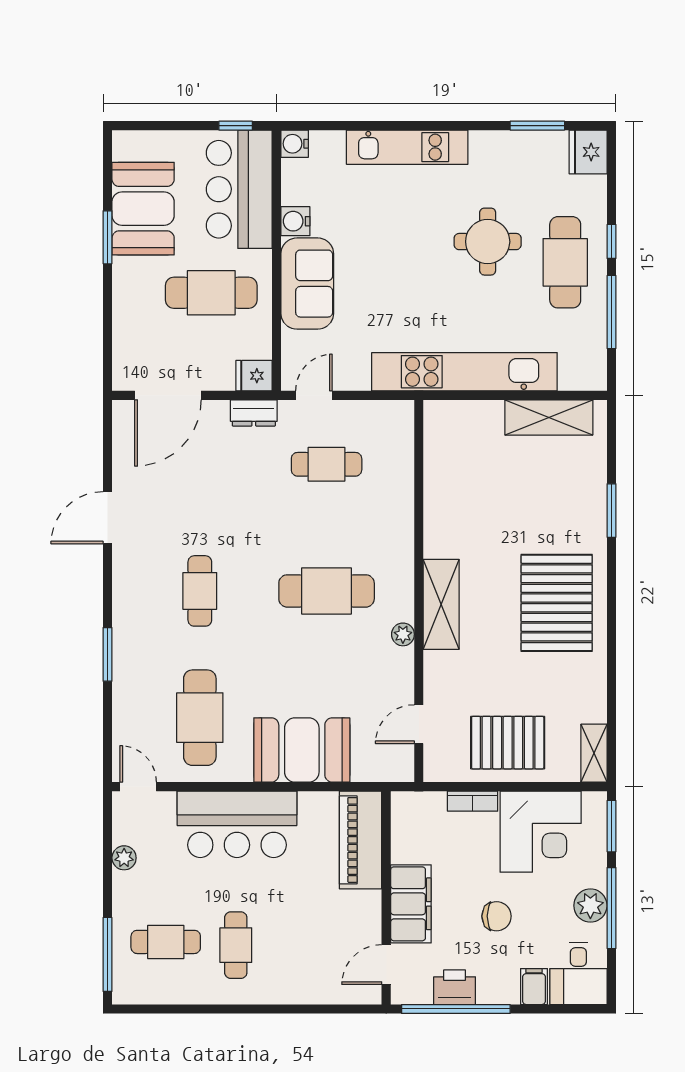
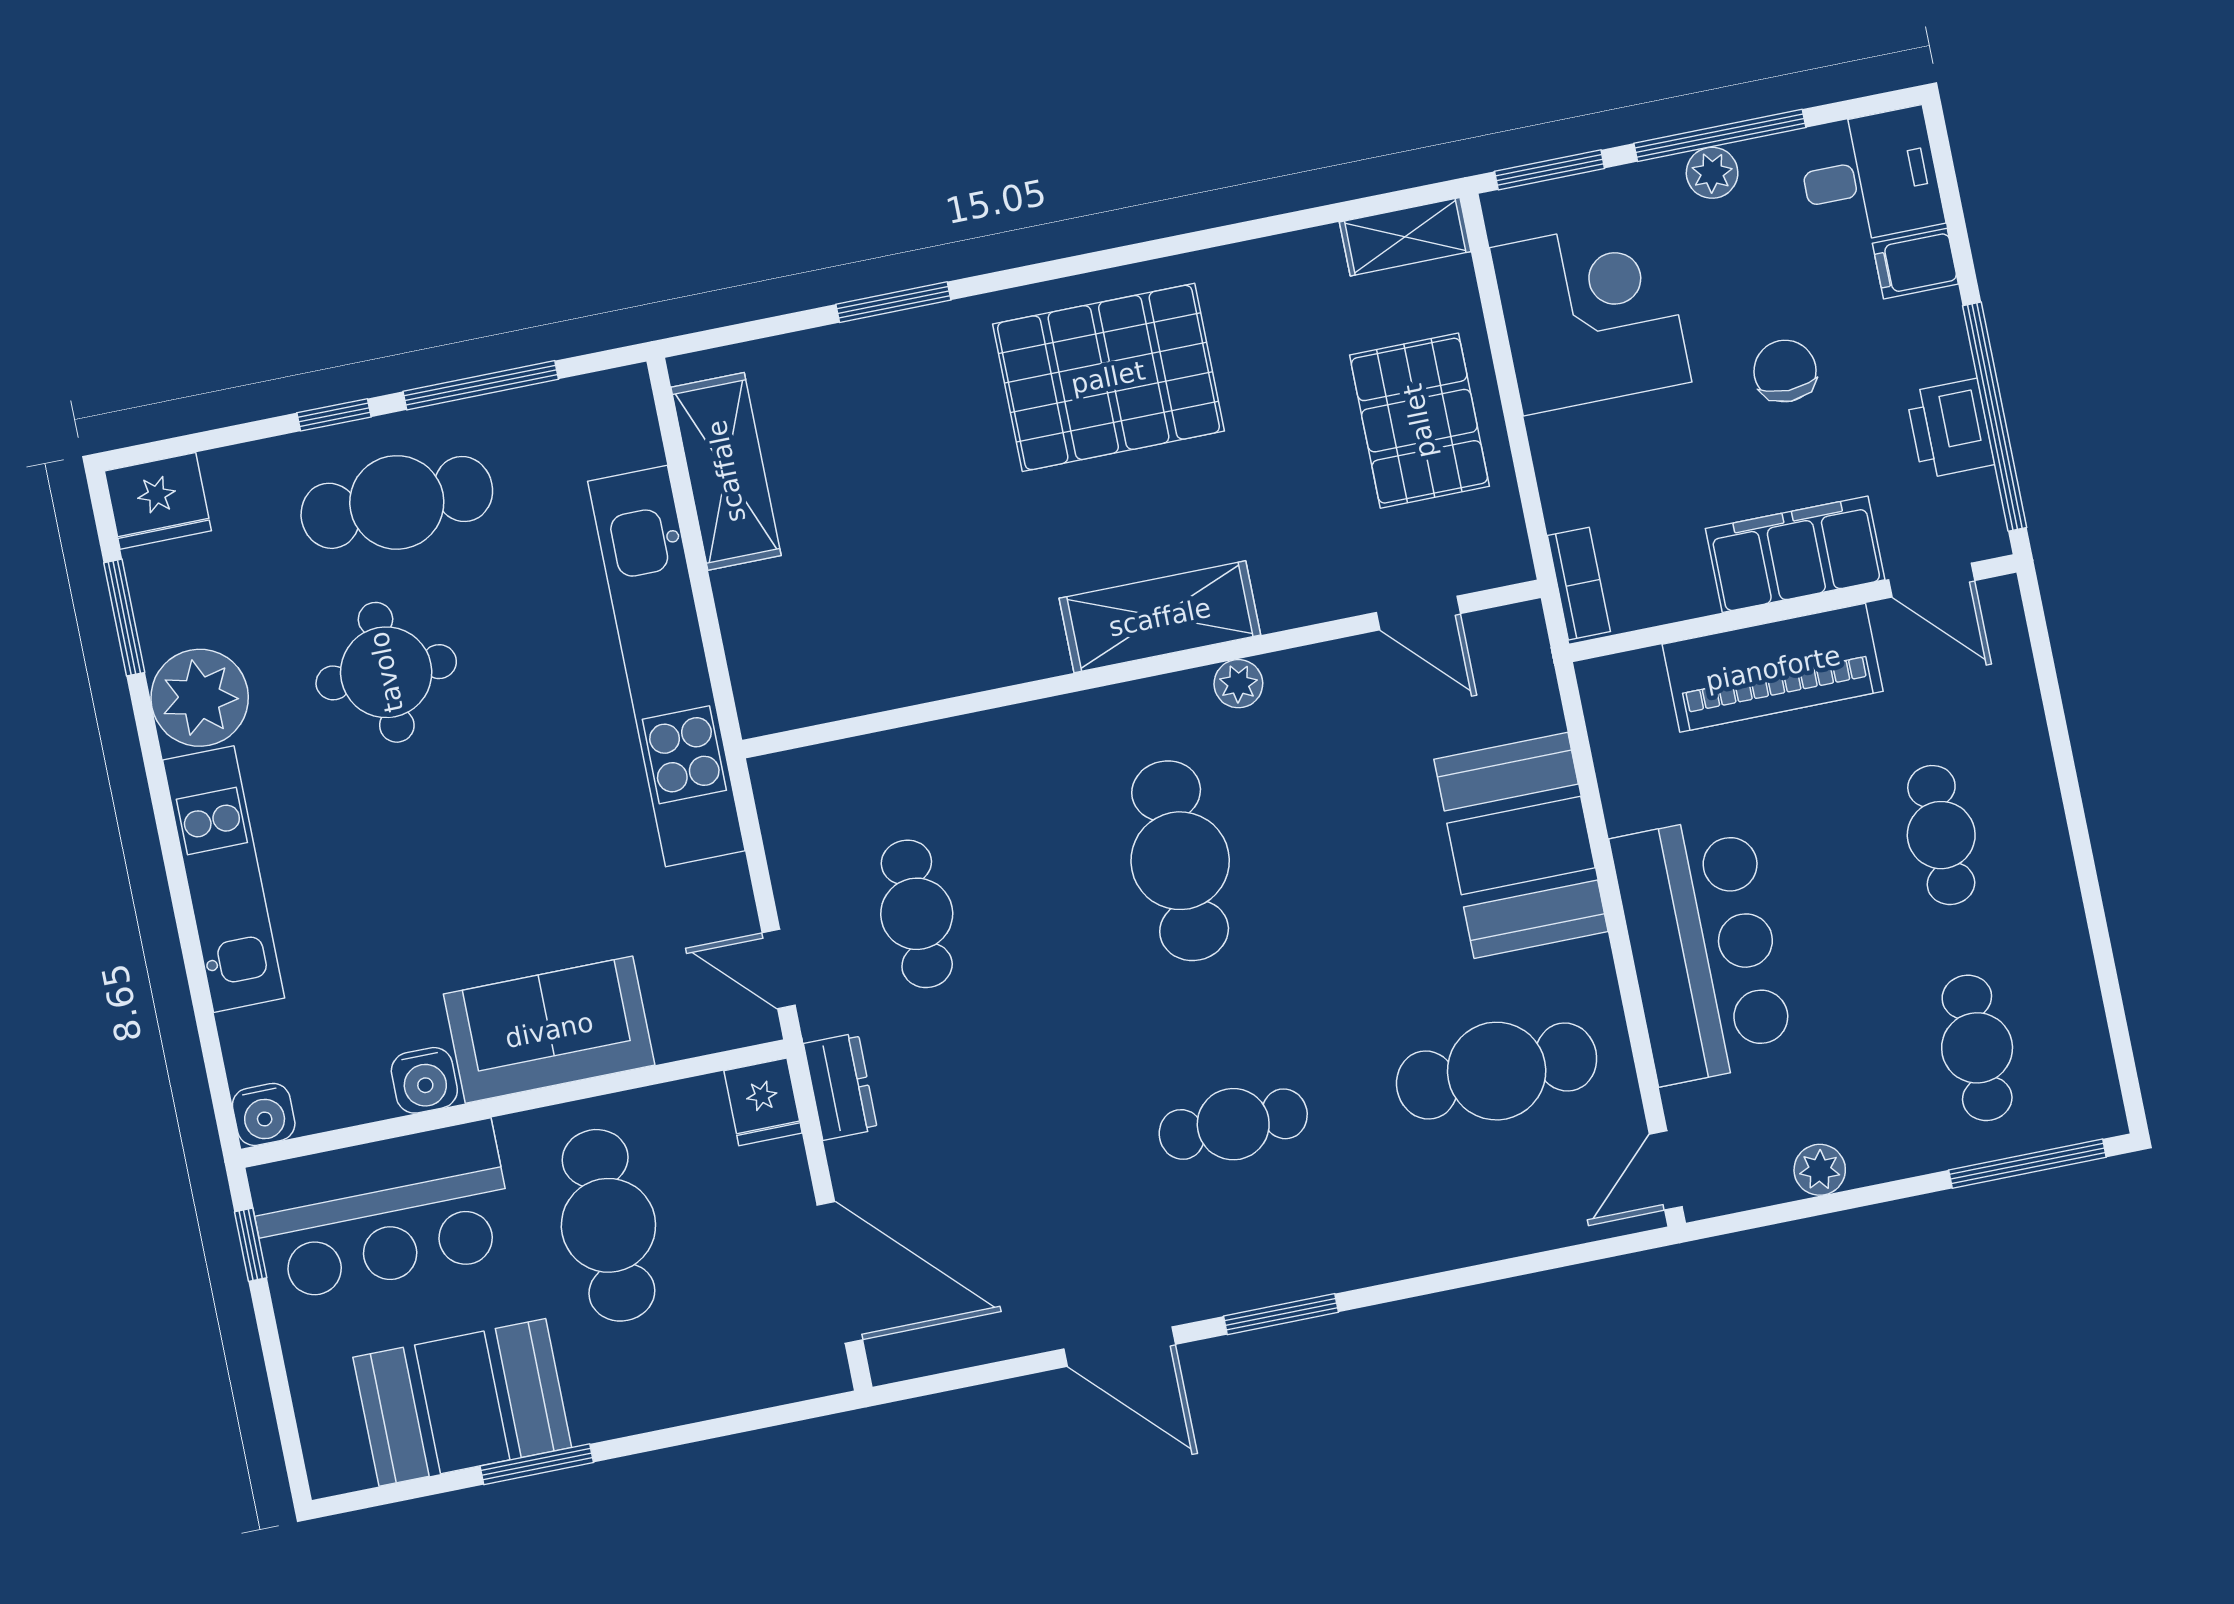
plant: (493, 153) -> (200, 698), added
window: (108, 654) -> (1281, 1314), moved
bookcase: (473, 801) -> (1579, 584), moved
piano: (361, 840) -> (1773, 668), moved
plant: (590, 906) -> (1712, 173), width x0.73, depth x0.73
cafe table: (236, 945) -> (1941, 835), moved, turned 90

